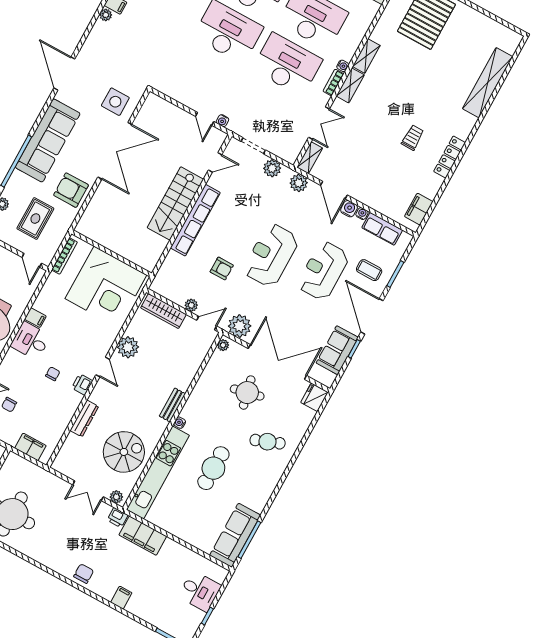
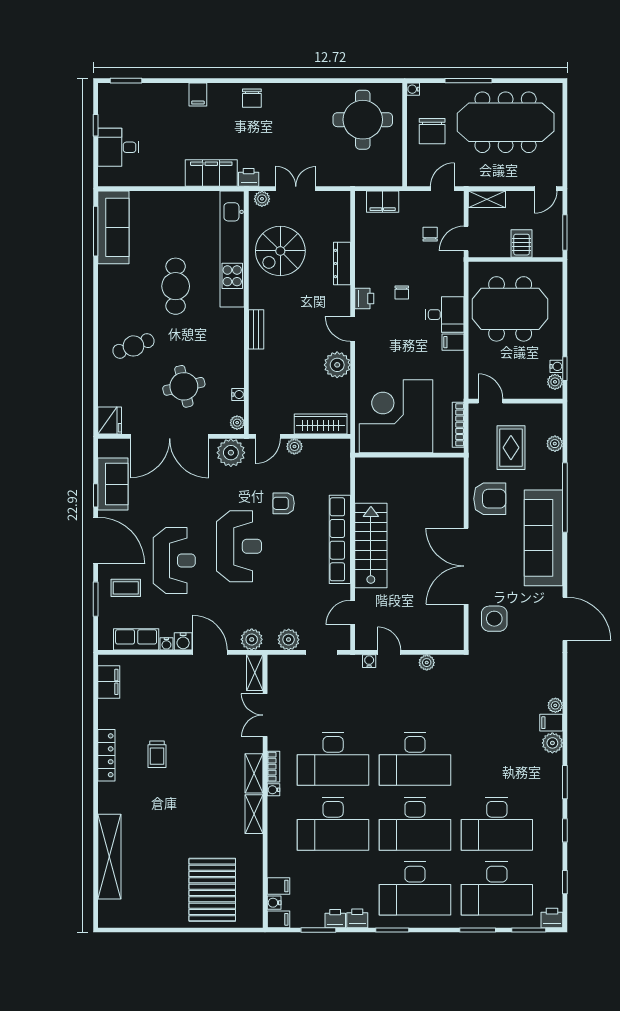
plant: (182, 97) -> (427, 663), added
water cooler: (180, 423) -> (238, 394), moved

